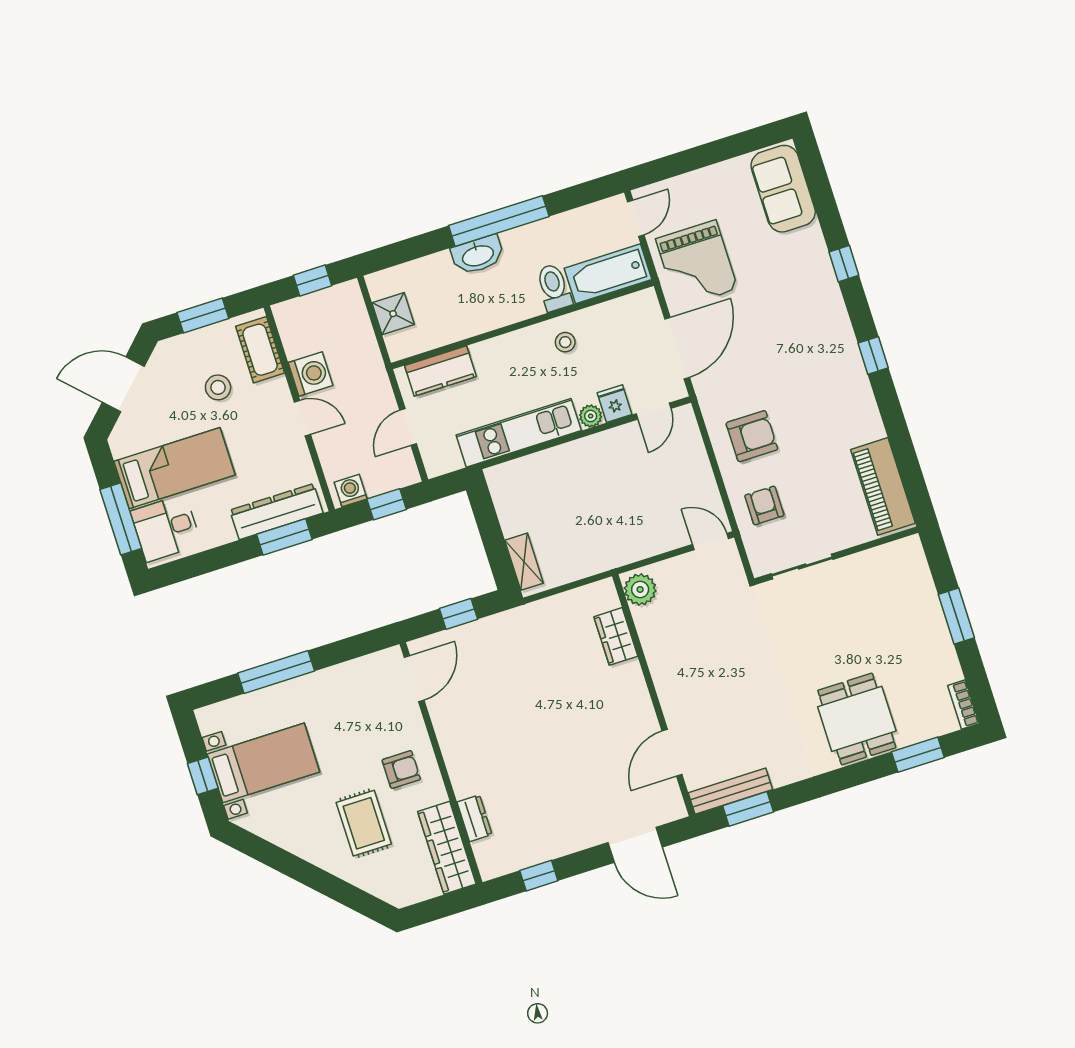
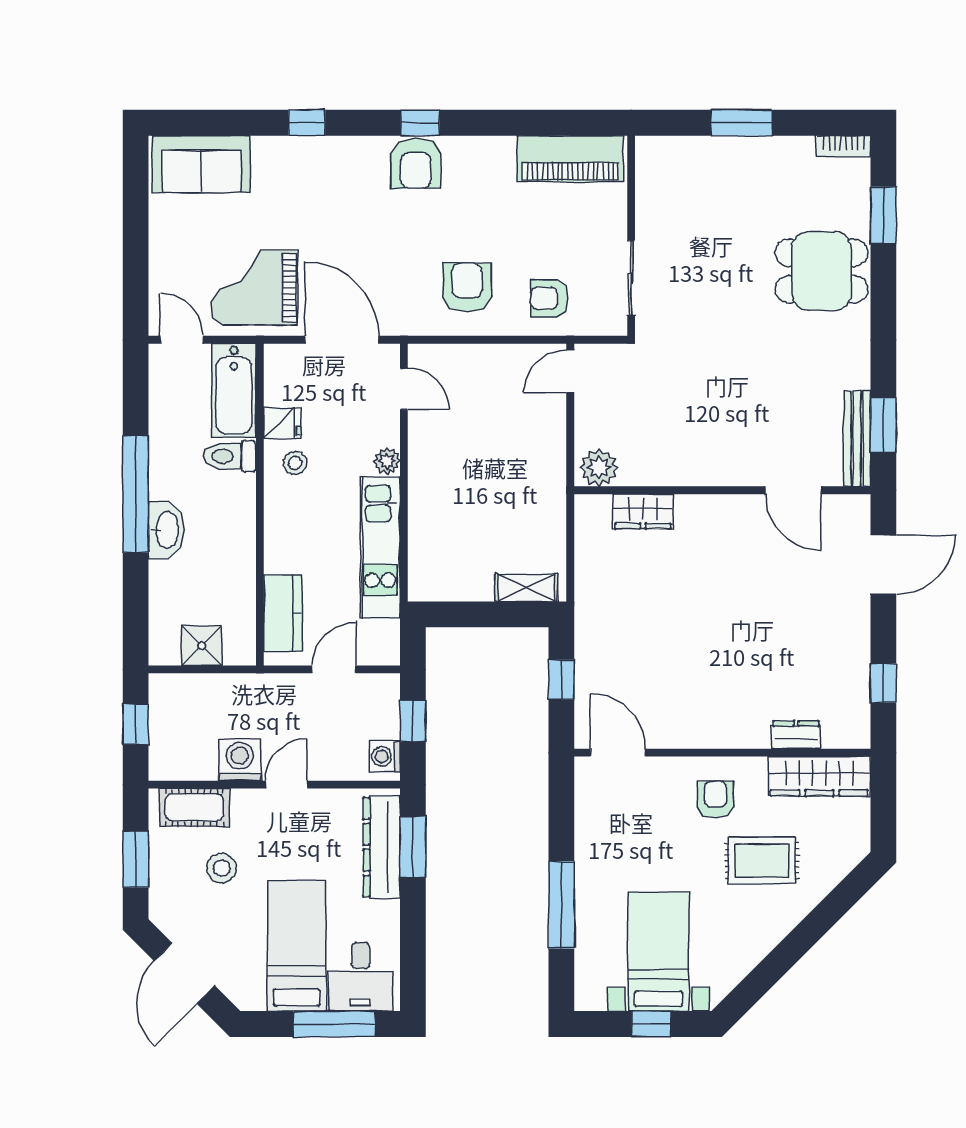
grand piano: (697, 264) -> (255, 288), turned 180
armchair: (839, 363) -> (416, 163), added
fridge: (615, 404) -> (282, 423), moved, turned 180
door: (408, 427) -> (334, 669), swing flipped

